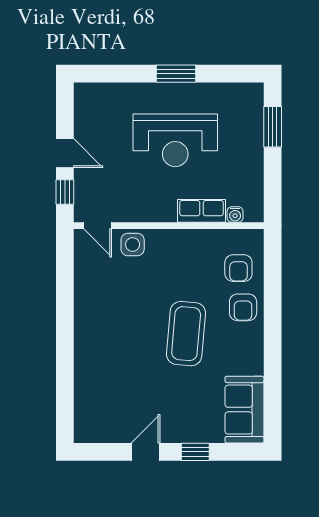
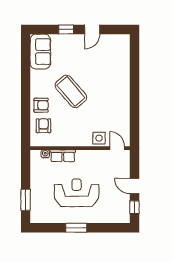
window: (65, 192) -> (134, 207), moved
armchair: (243, 307) -> (41, 105), turned 90
coffee table: (186, 334) -> (71, 91), turned -46

